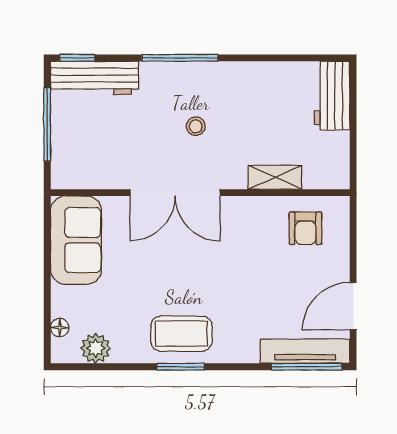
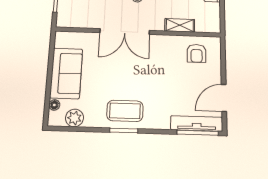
sofa: (76, 240) -> (66, 73), moved

